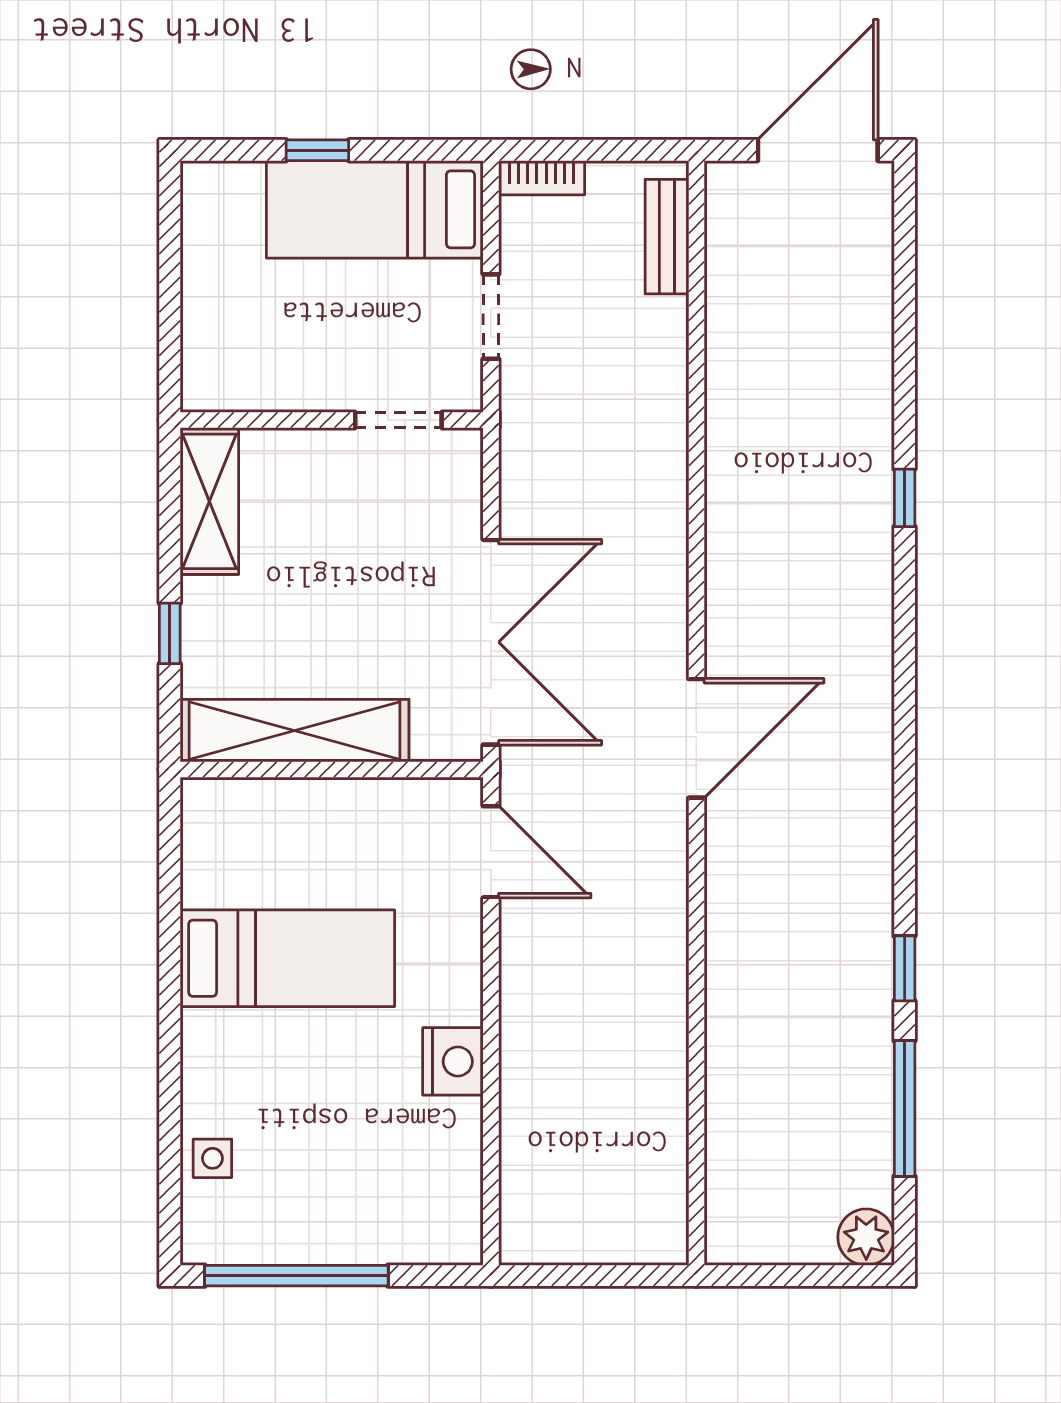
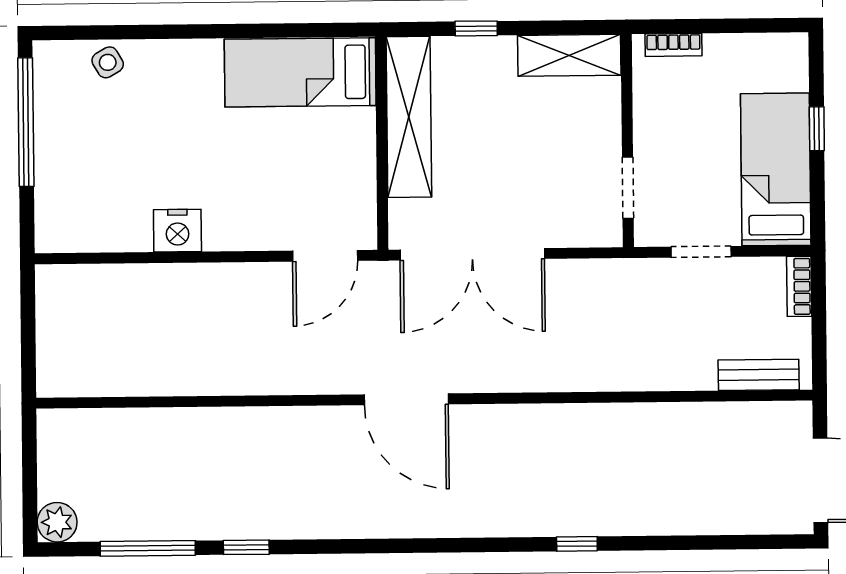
bookcase: (196, 353) -> (673, 45), added
bed: (287, 958) -> (300, 72), moved, turned 90
side table: (212, 1158) -> (108, 62), turned -30

